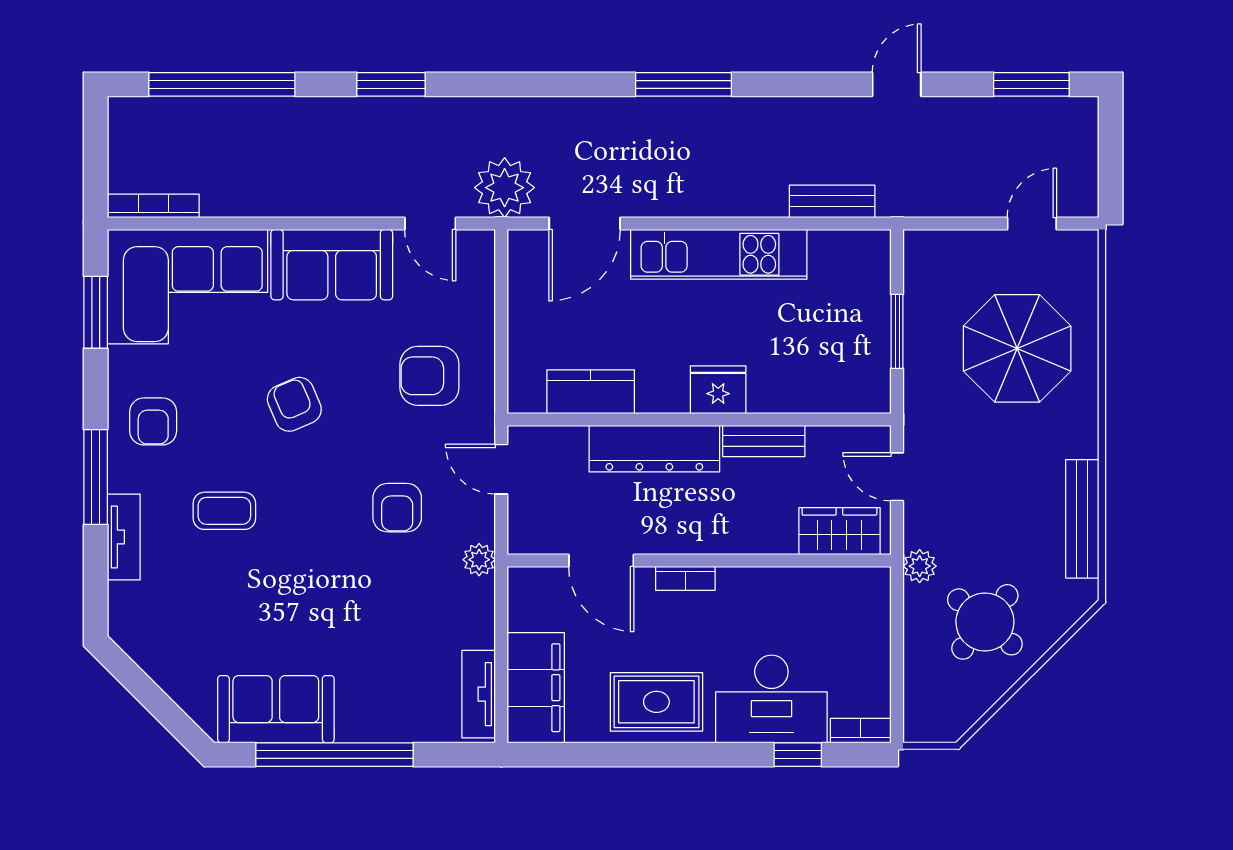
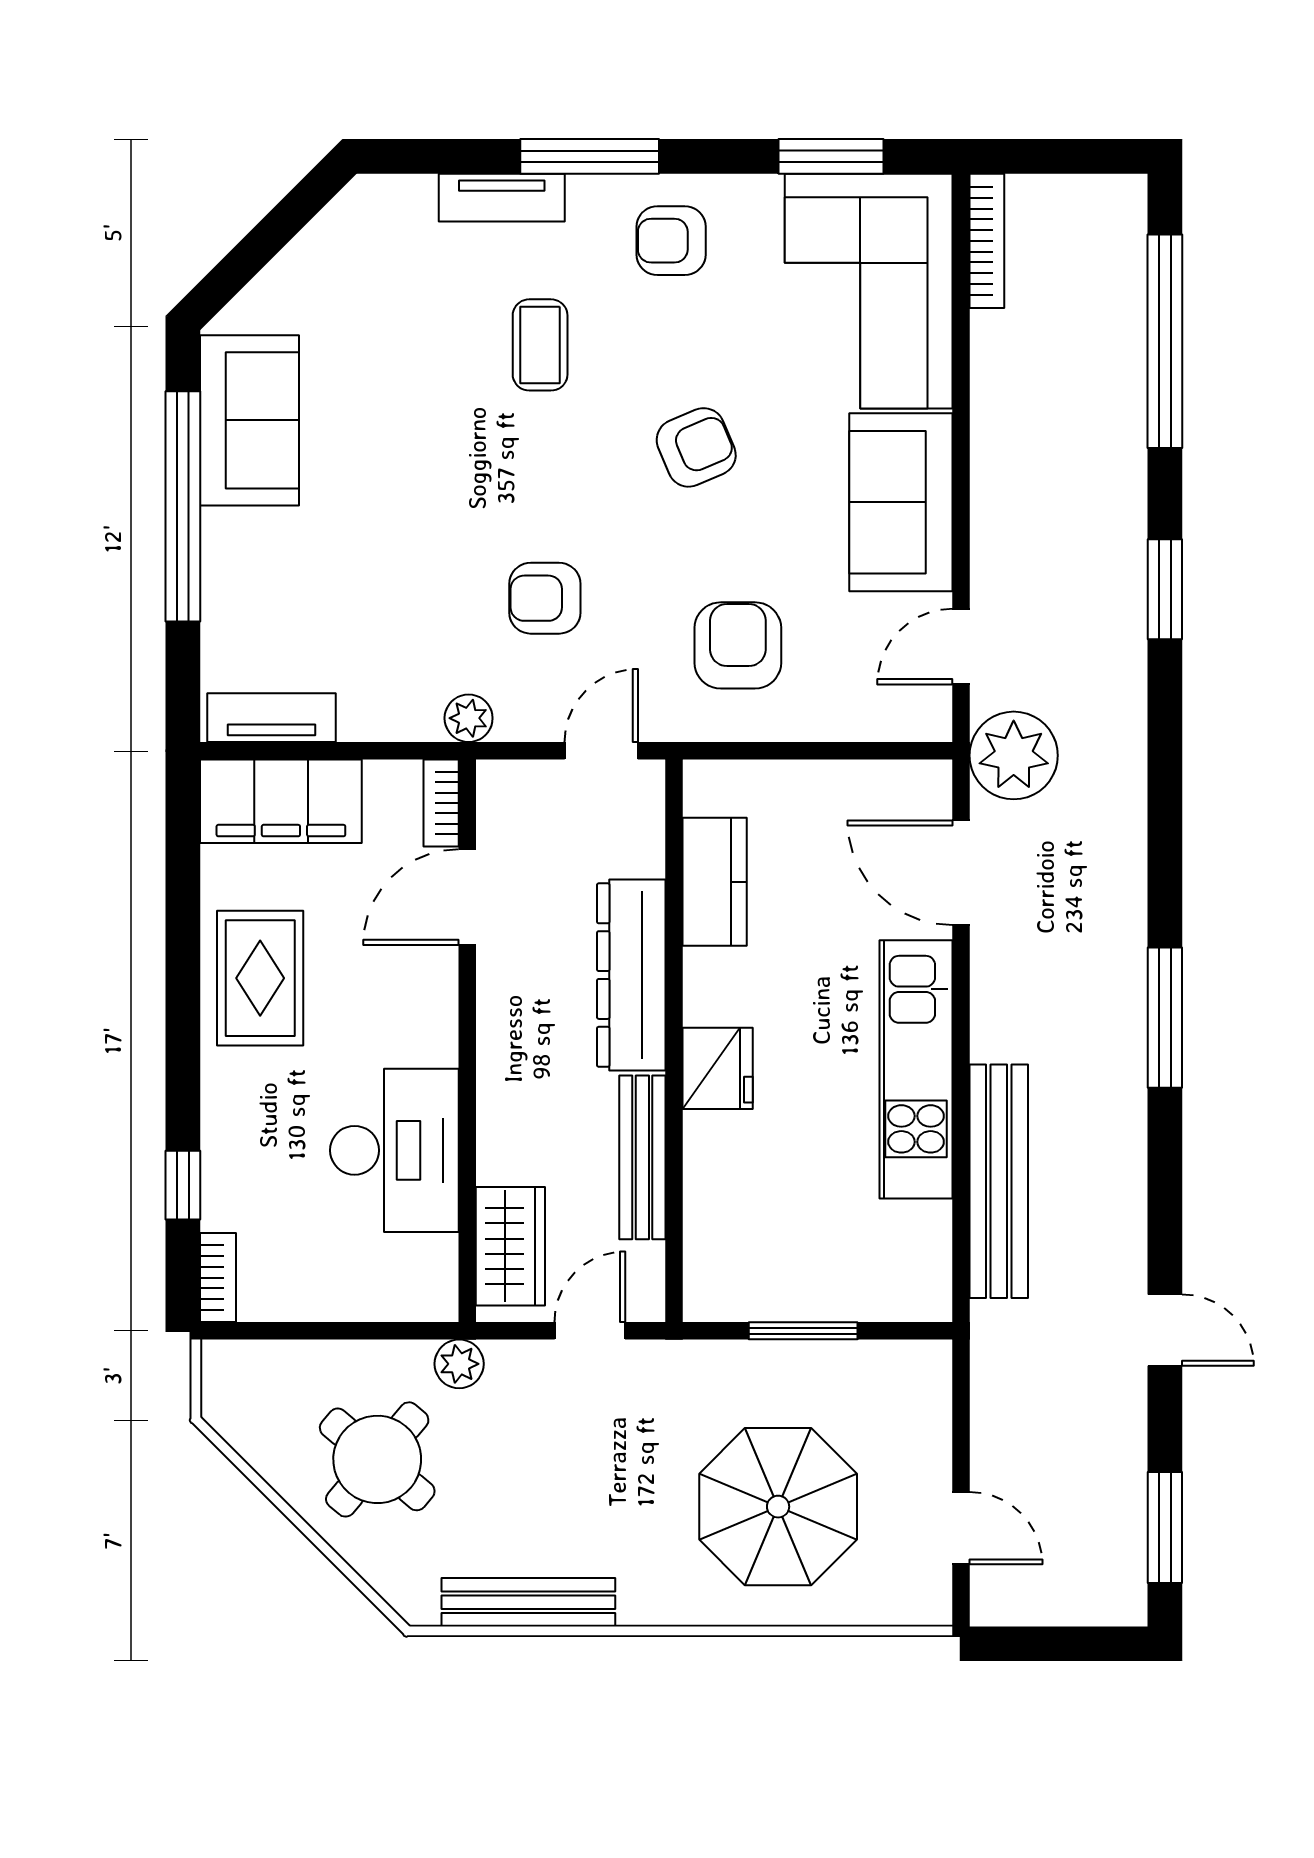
bench: (832, 201) -> (999, 1181), width x1.86, depth x1.21
bench: (764, 441) -> (642, 1157), width x1.36
bookcase: (685, 578) -> (441, 803), moved
desk: (771, 699) -> (394, 1150), moved, turned 180

